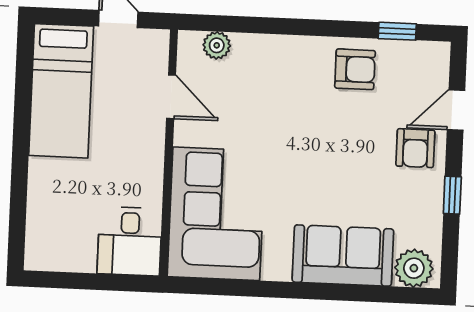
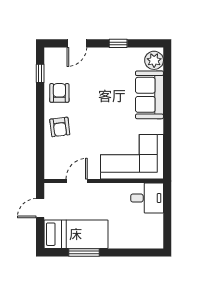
plant: (217, 45) -> (51, 160), removed
window: (23, 106) -> (84, 252), added
door: (456, 110) -> (77, 43), hinge flipped
armchair: (415, 148) -> (60, 127), moved, turned 83

